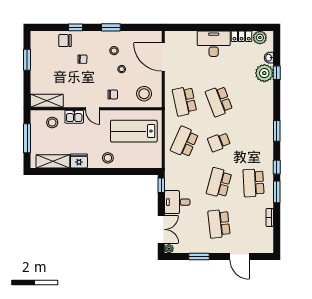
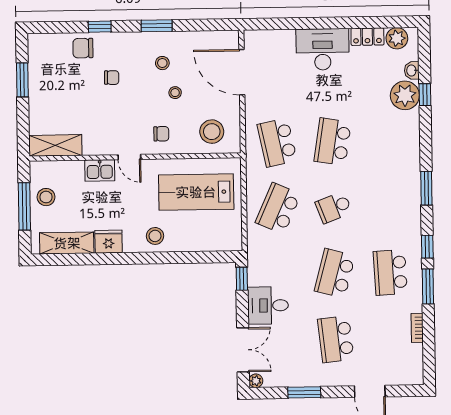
school desk: (219, 101) -> (333, 142), turned 30
stool: (52, 123) -> (46, 197), moved

